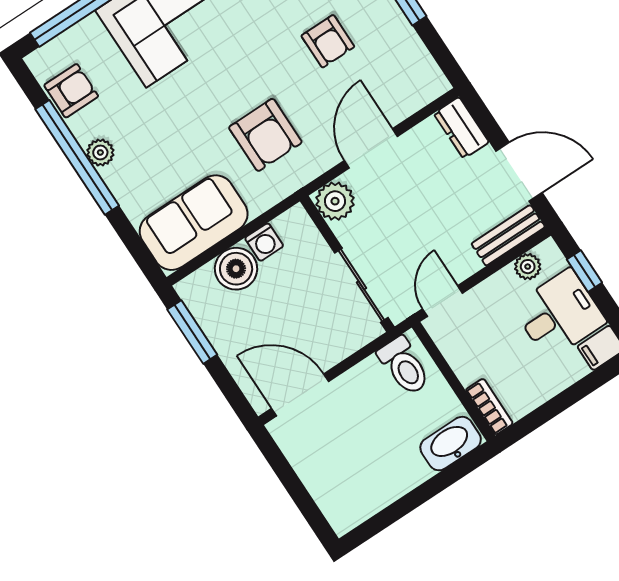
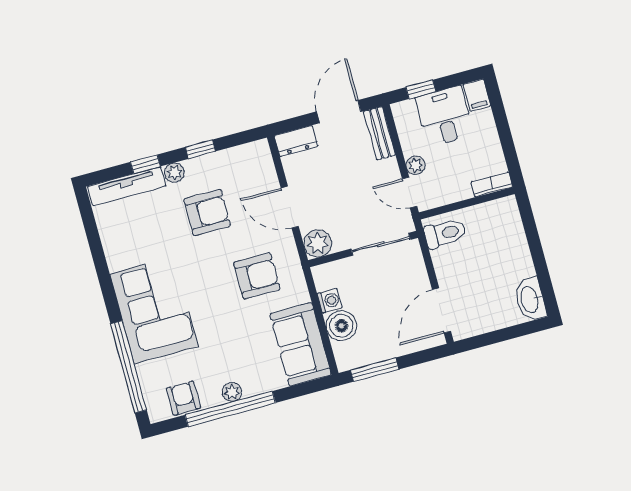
armchair: (328, 41) -> (207, 212), width x1.38, depth x1.38
plant: (528, 267) -> (416, 165), moved
washbasin: (451, 444) -> (530, 299), moved

